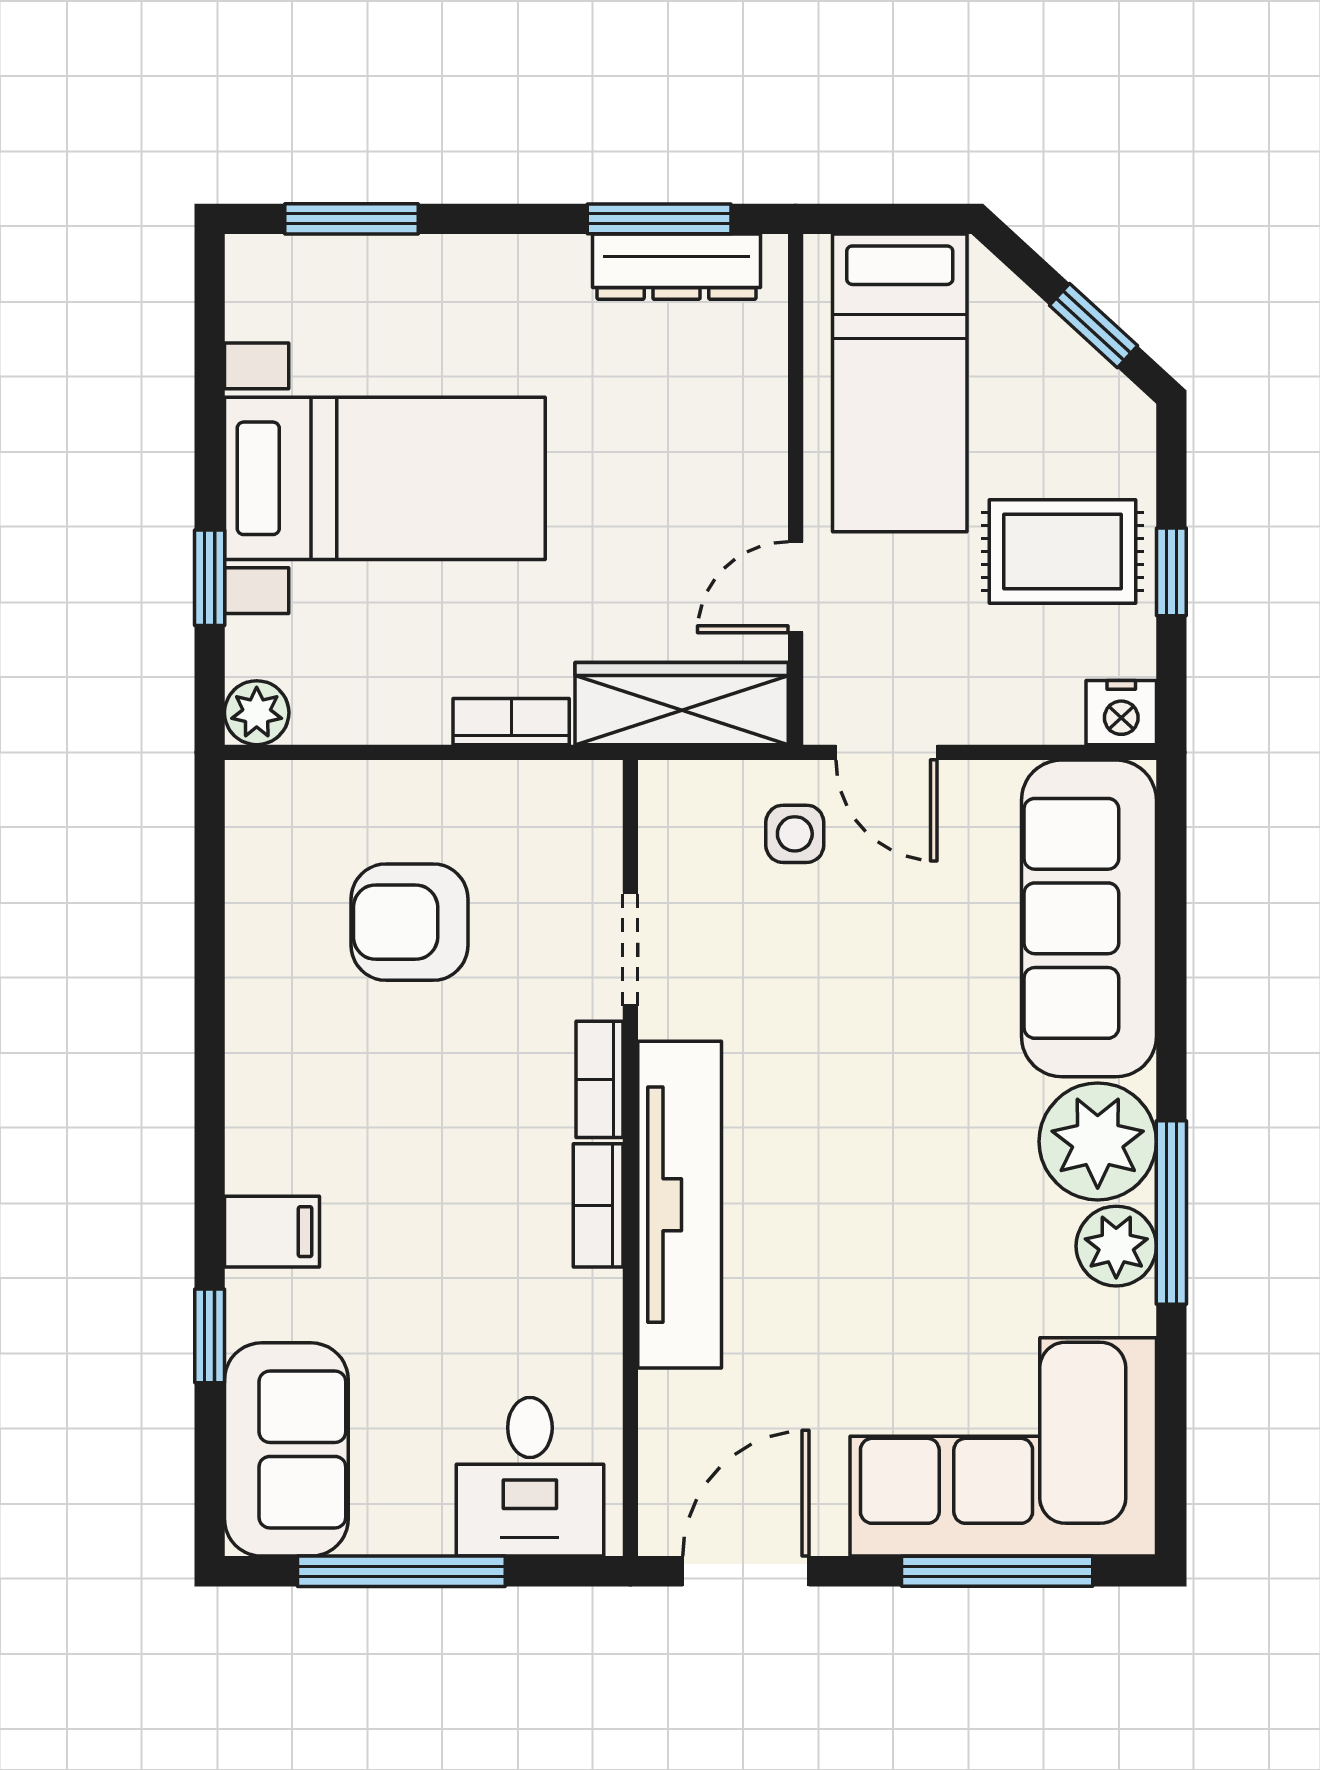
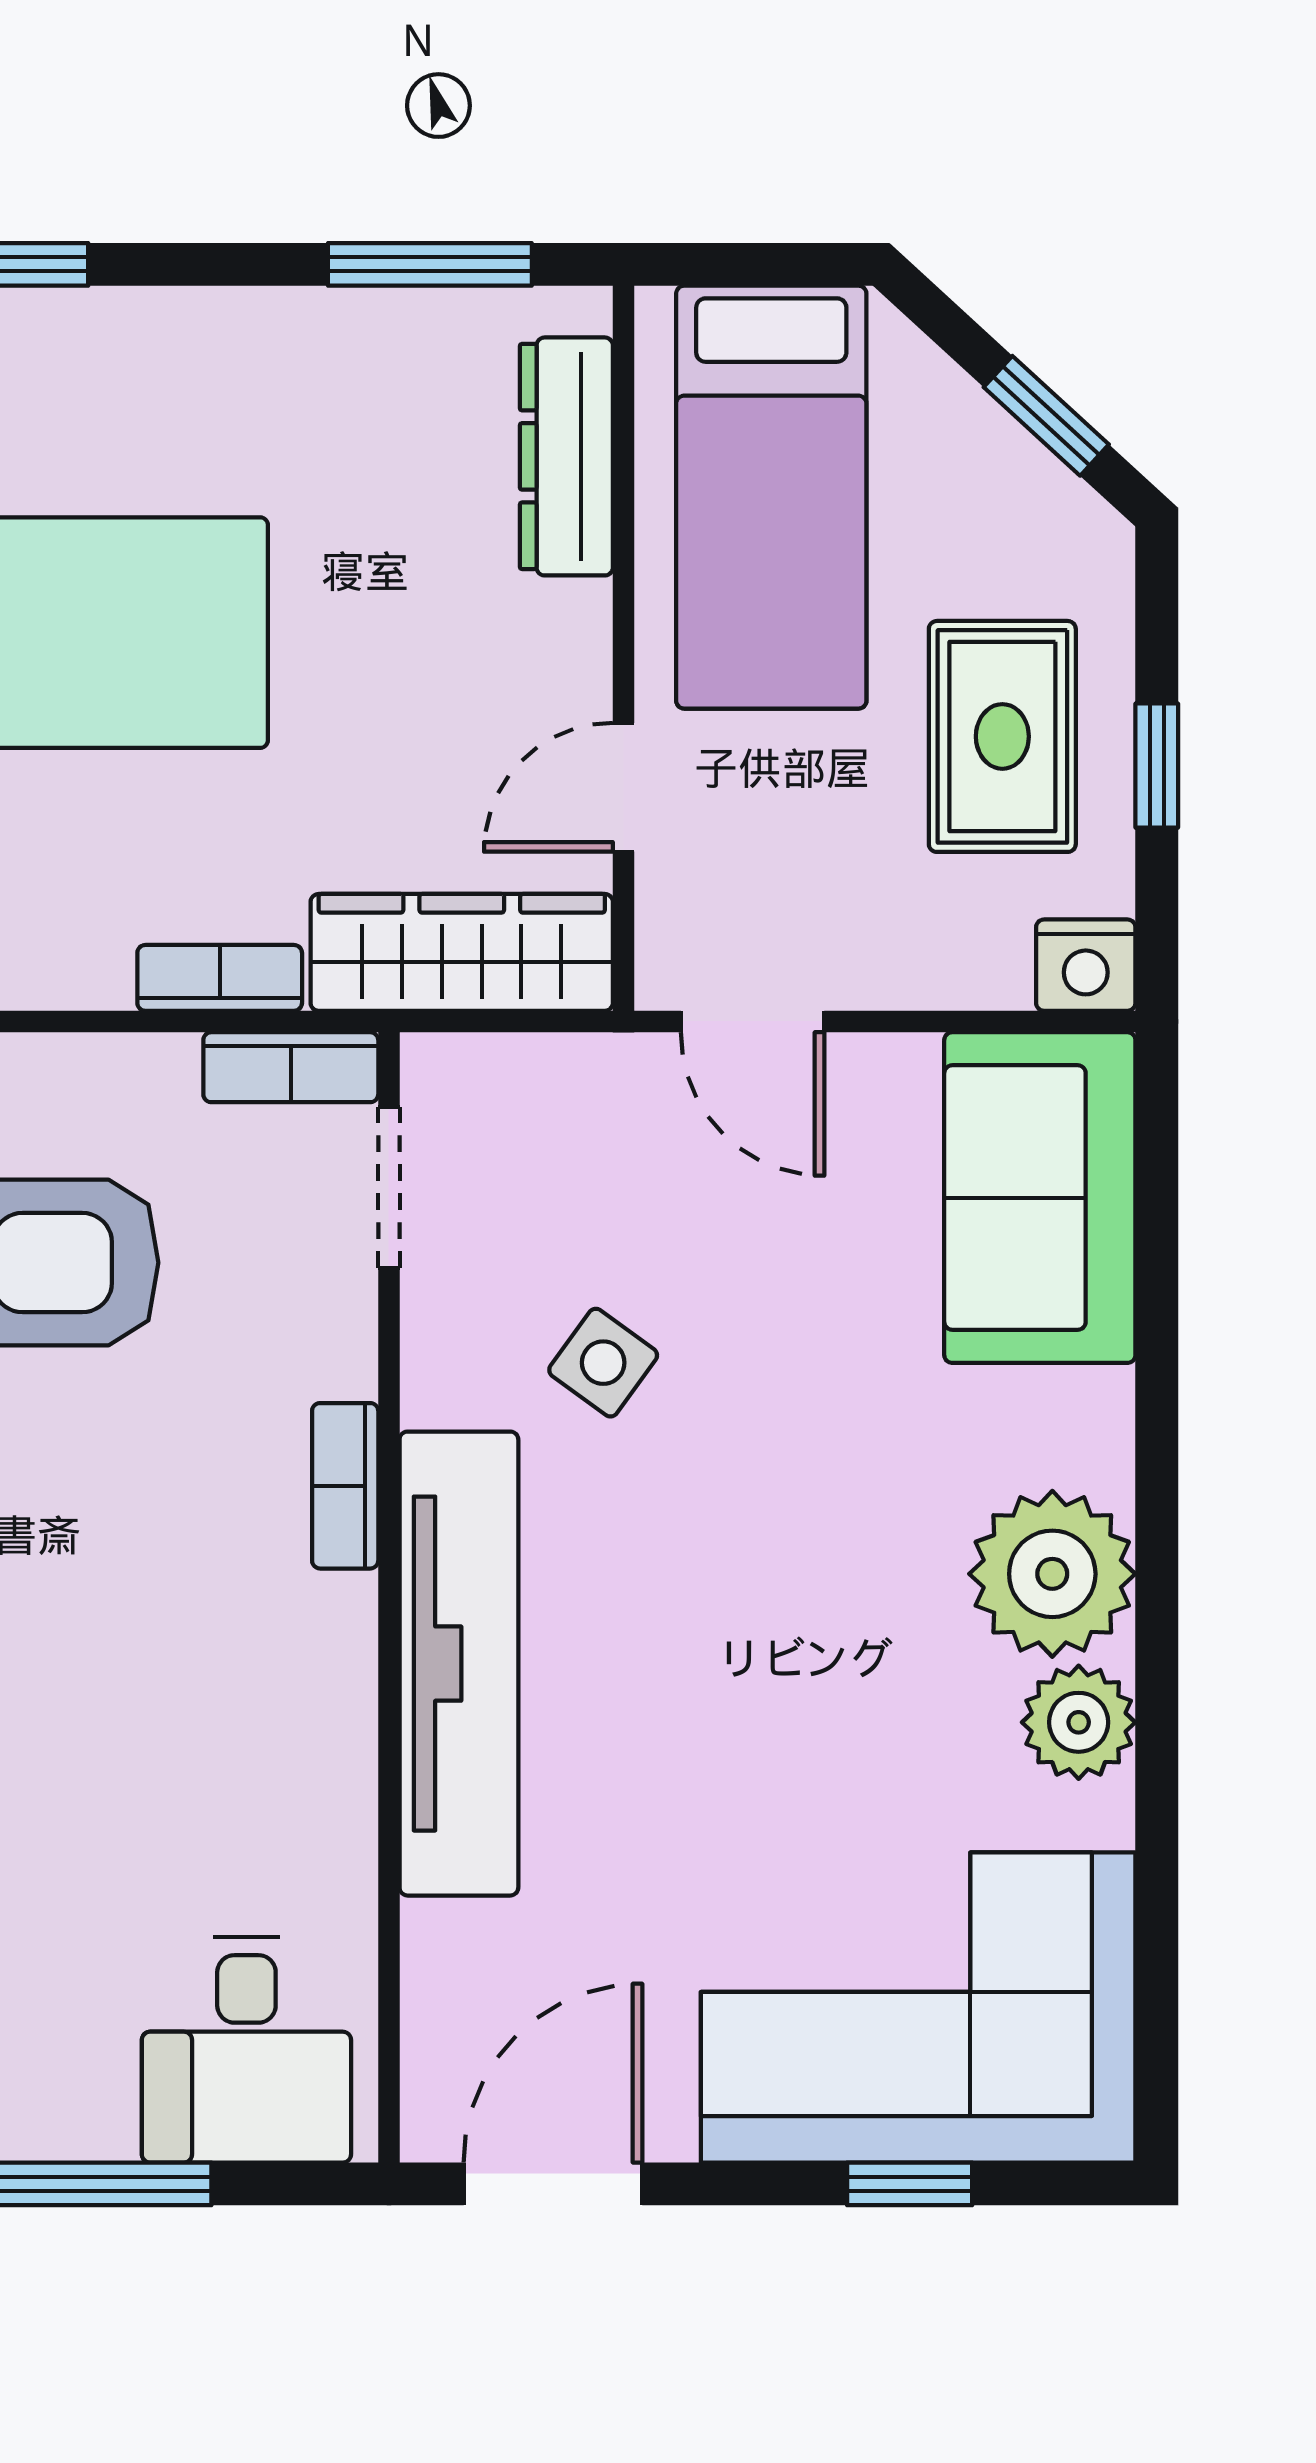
dresser: (676, 267) -> (566, 456), moved, turned 90
rug: (1062, 551) -> (1002, 736), turned 90
side table: (795, 834) -> (603, 1363), moved, turned 36
sofa: (1089, 918) -> (1040, 1198), width x0.73
doorway: (630, 949) -> (389, 1187), moved
bookcase: (598, 1205) -> (291, 1067), moved, turned -90
window: (1171, 1213) -> (1157, 1675), removed
window: (997, 1571) -> (910, 2184), width x0.46

